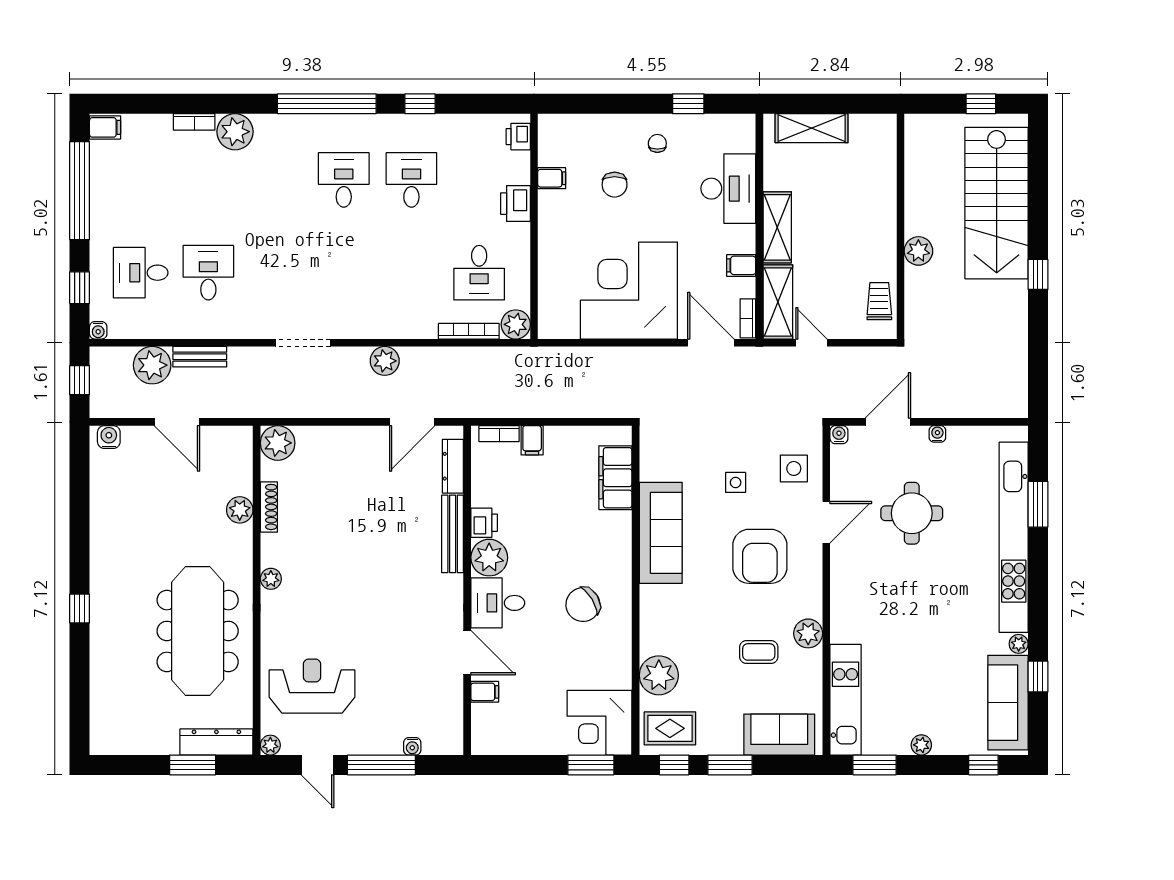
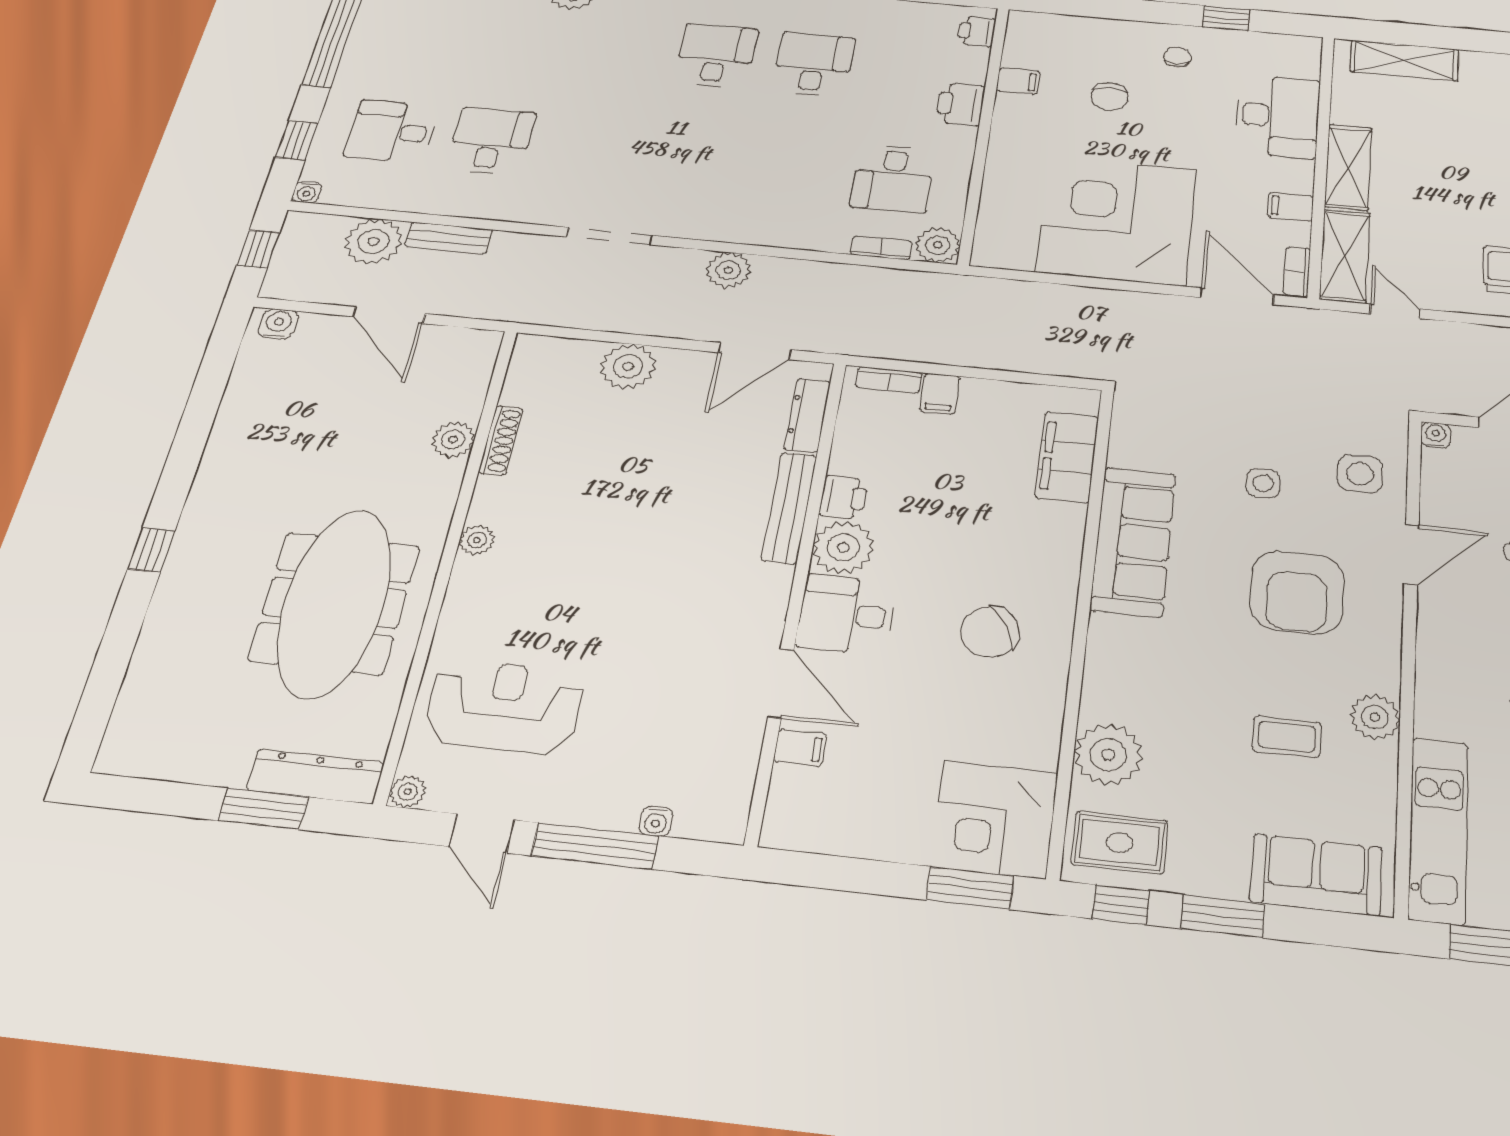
bookcase: (469, 331) -> (881, 248), width x0.64
plant: (278, 443) -> (628, 366), moved

